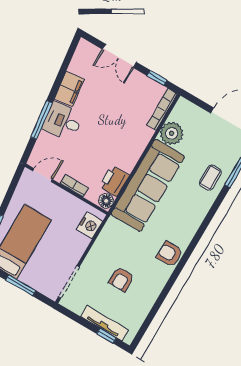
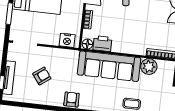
armchair: (121, 279) -> (42, 76), turned 143

